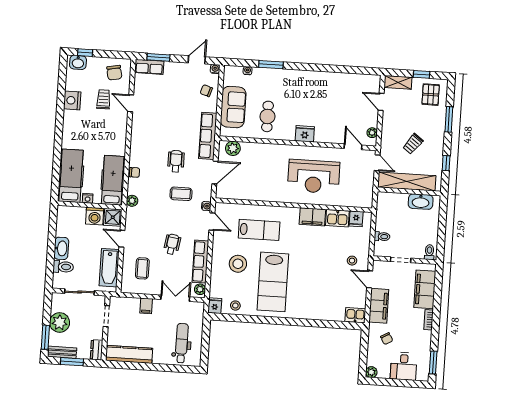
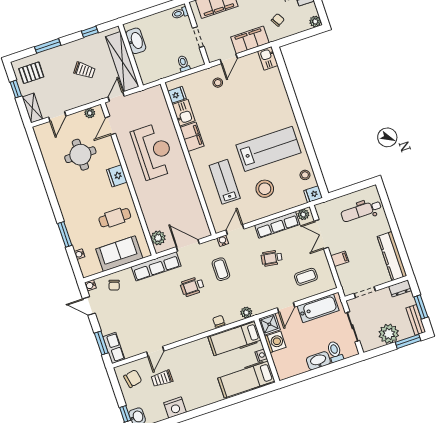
round table: (338, 109) -> (80, 155), added

